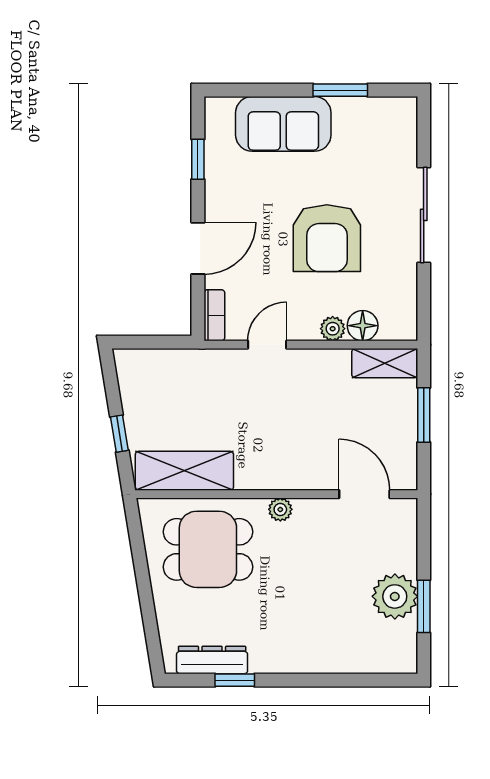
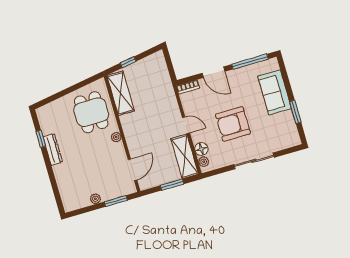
window: (198, 159) -> (250, 62), width x2.17
plant: (333, 329) -> (204, 162), moved
door: (267, 345) -> (186, 125), moved
shelving: (385, 363) -> (185, 156), width x1.50, depth x1.33
plant: (395, 596) -> (95, 199), width x0.53, depth x0.53
window: (424, 606) -> (116, 201), moved
dresser: (212, 660) -> (53, 149), moved

